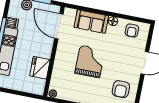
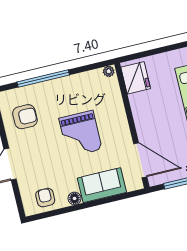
fridge: (40, 68) -> (136, 78), moved
armchair: (121, 89) -> (25, 117), turned 90

